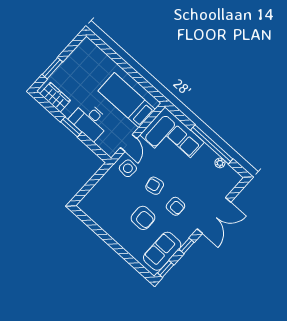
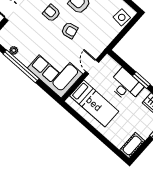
cot: (83, 51) -> (132, 145), added
side table: (128, 168) -> (122, 17), moved

